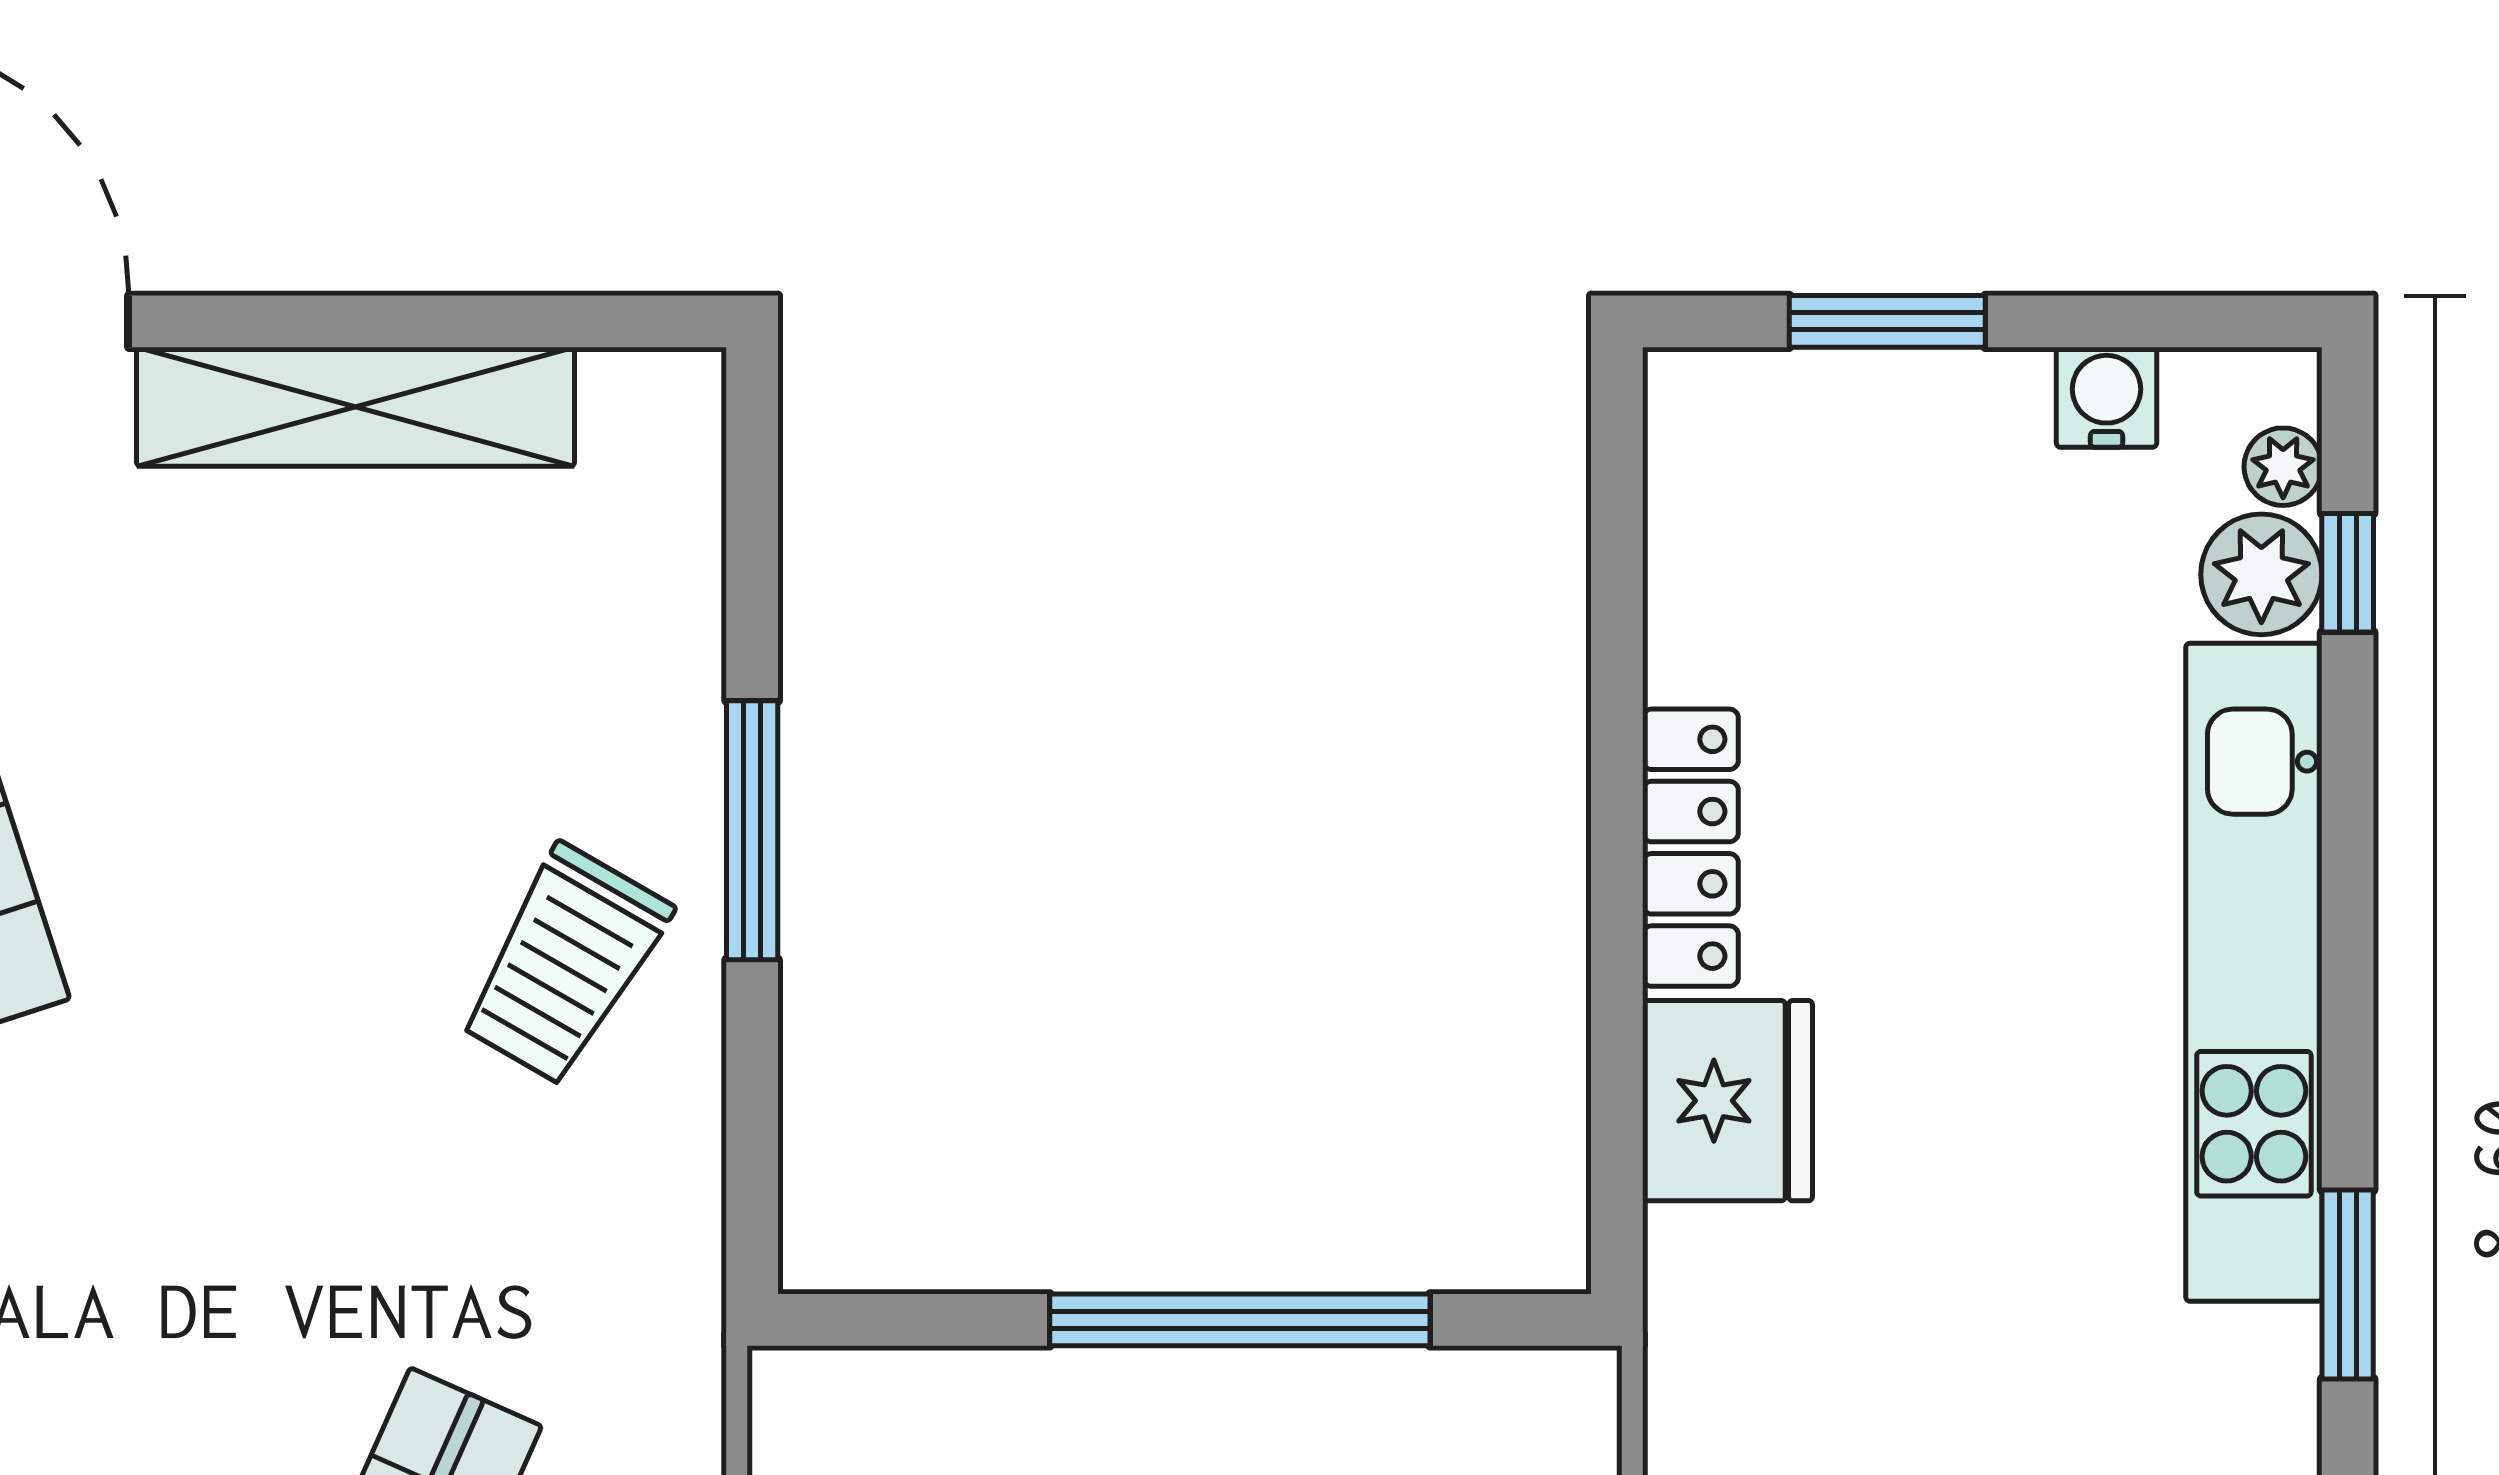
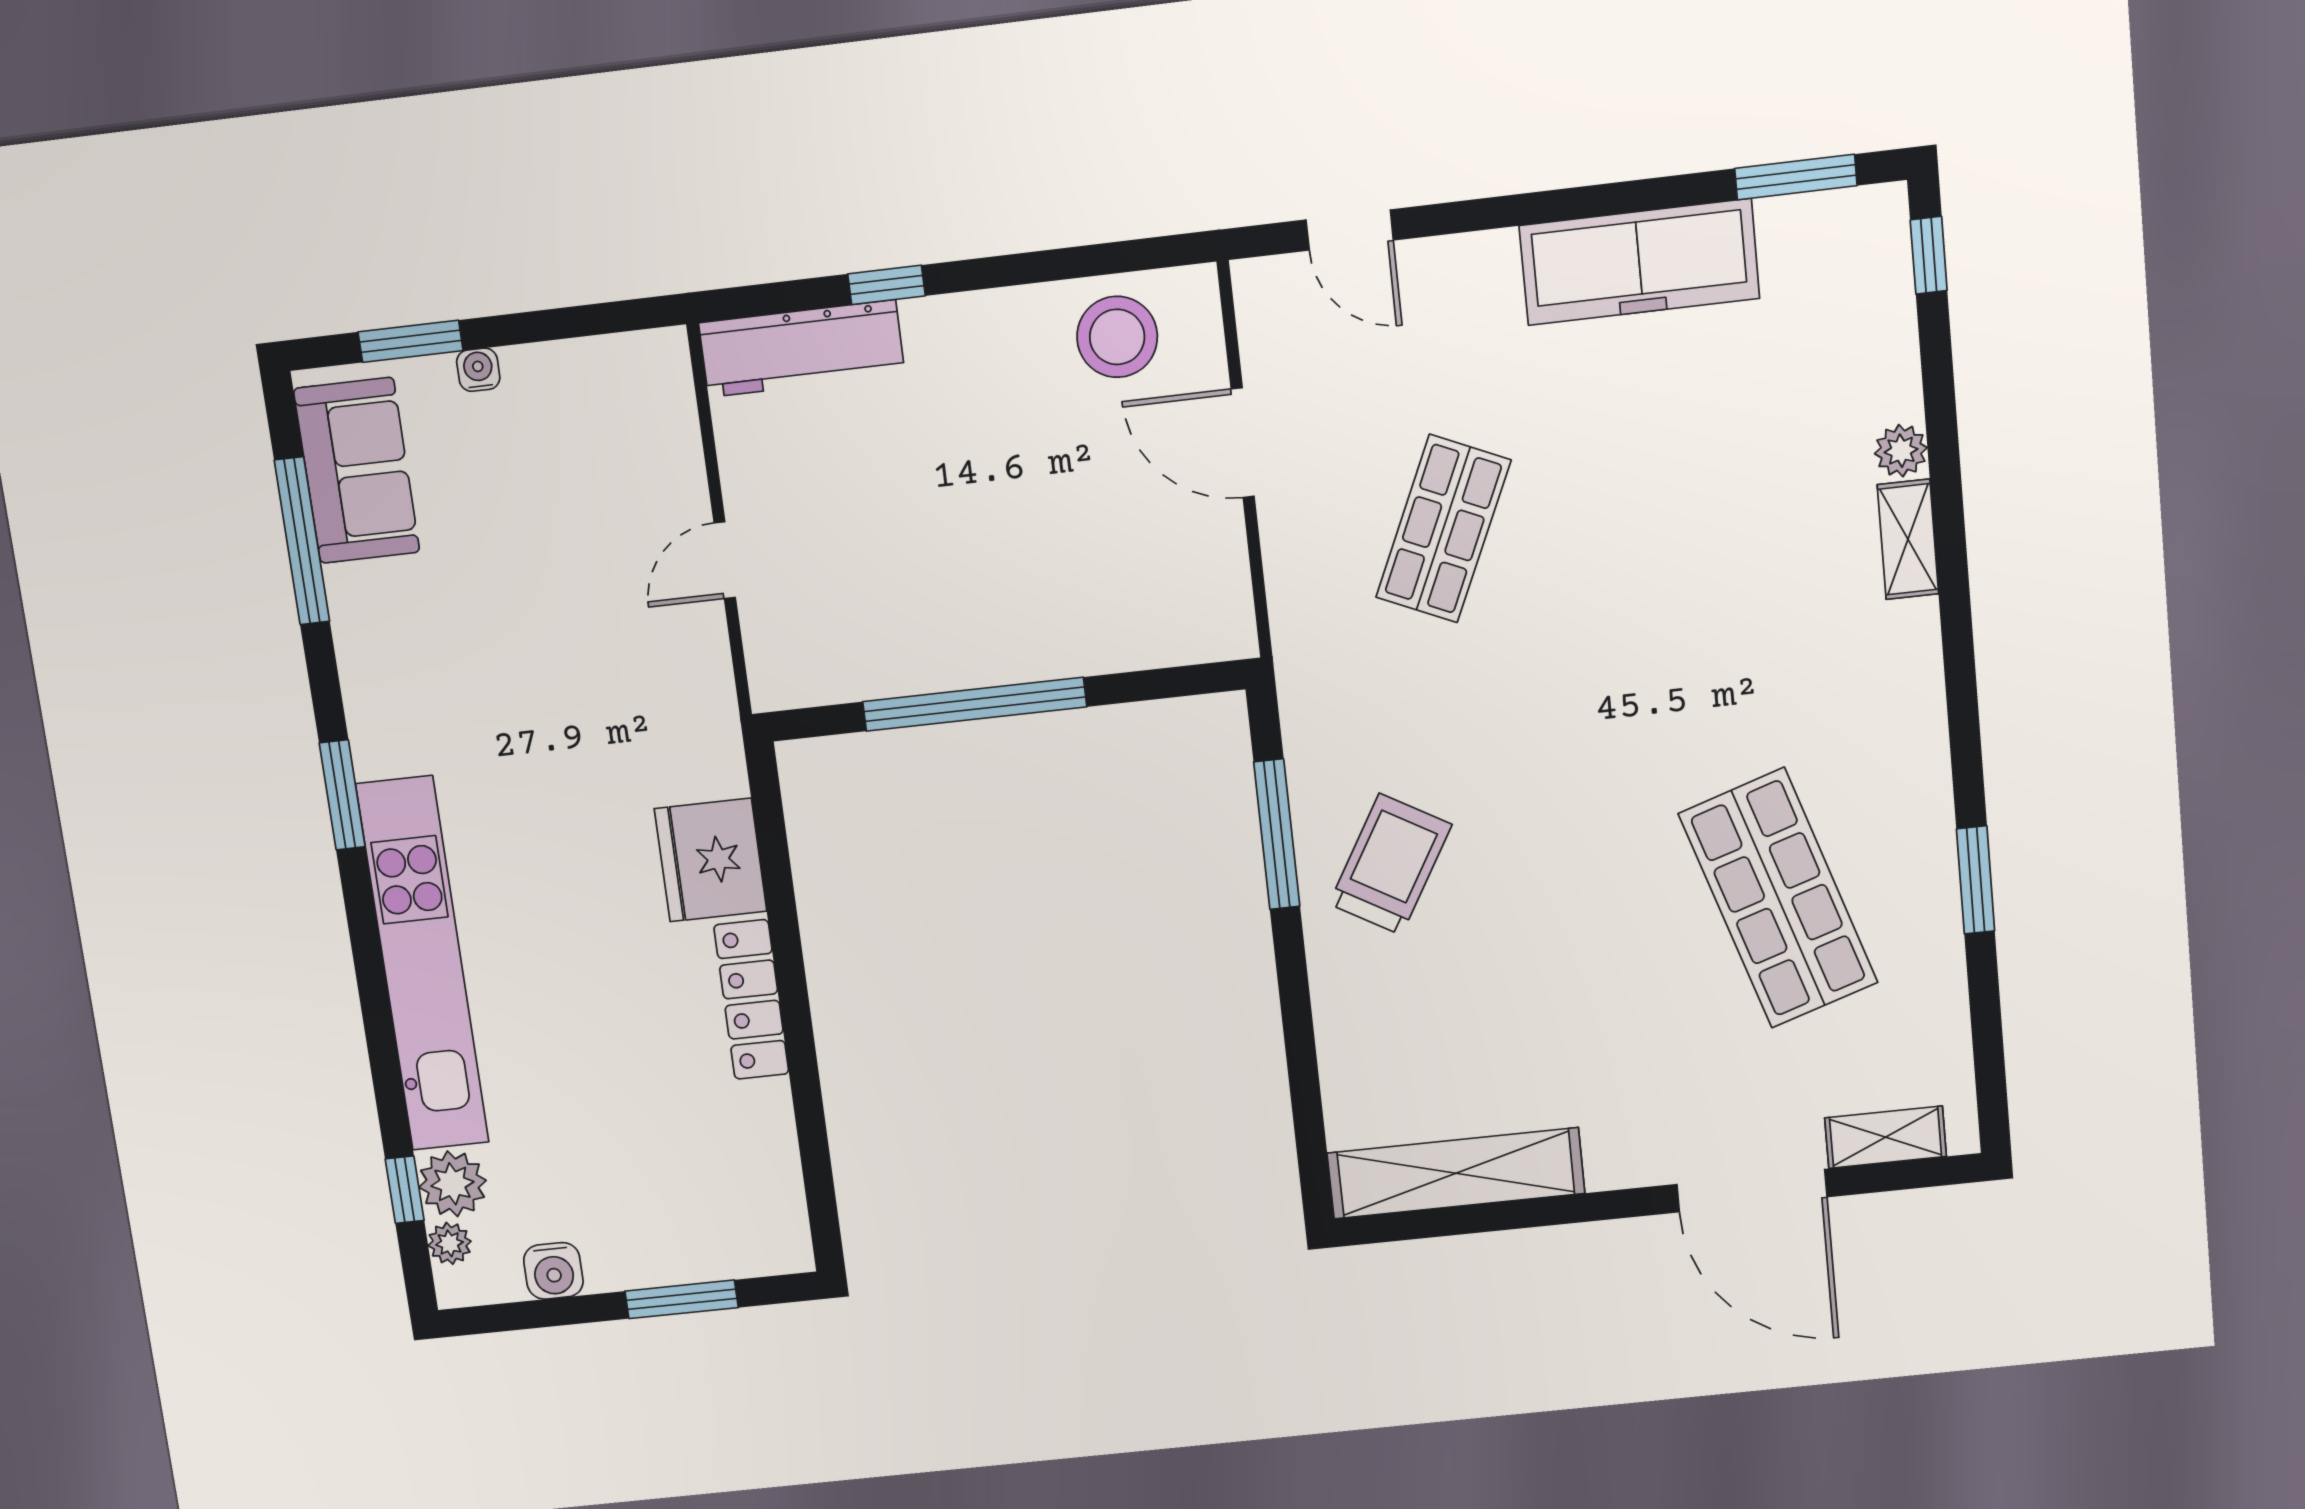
shelving: (356, 407) -> (1456, 1173), moved
window: (752, 830) -> (1277, 834), moved

